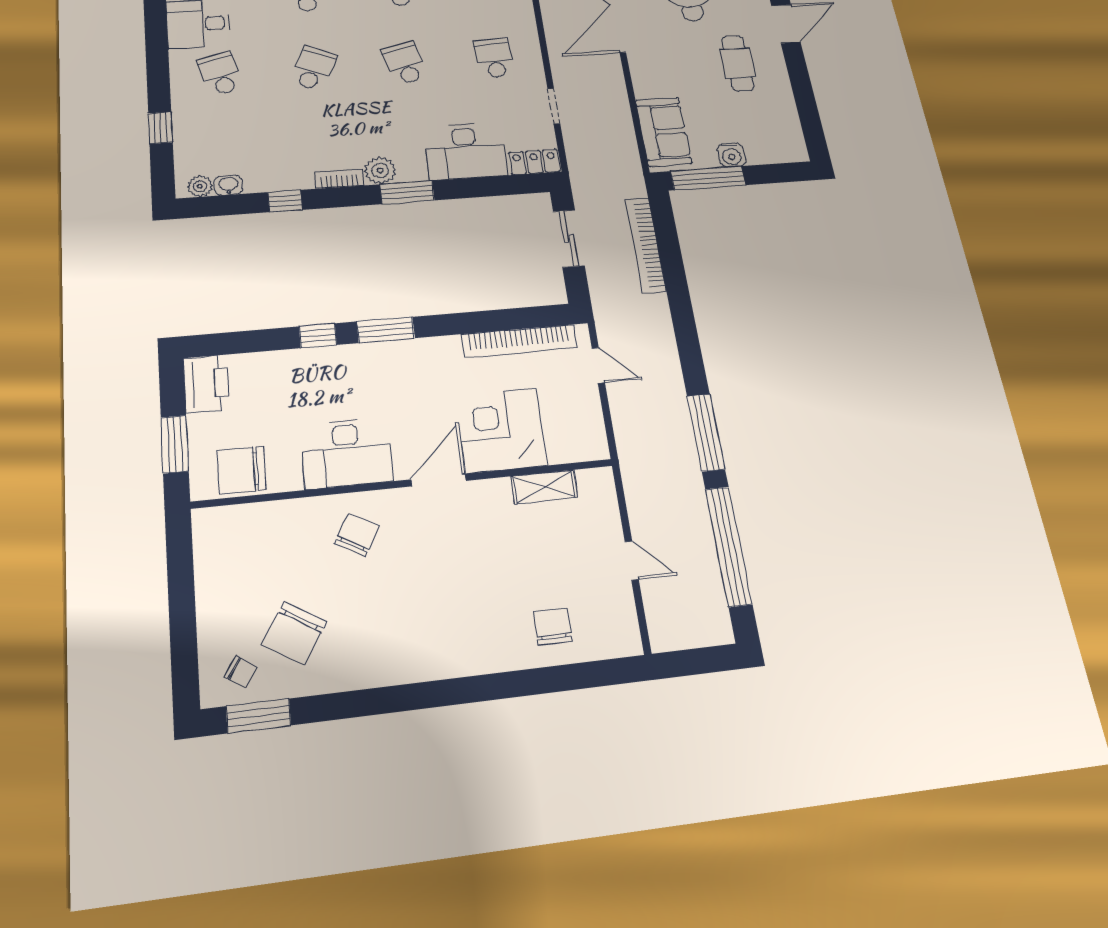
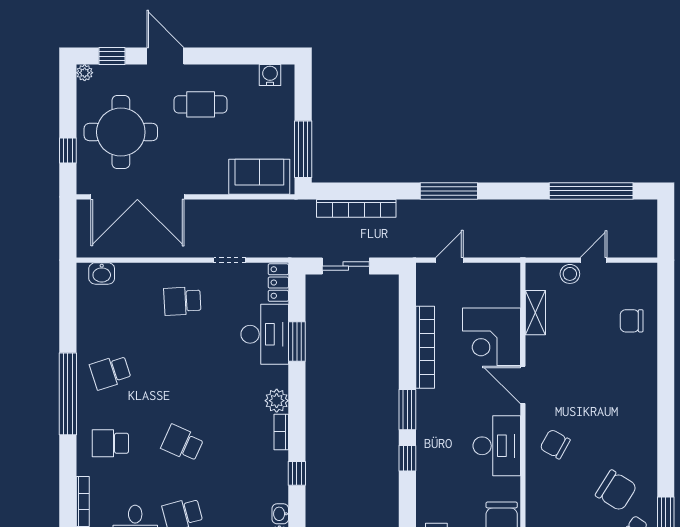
school desk: (405, 63) -> (182, 372), removed
water cooler: (731, 155) -> (270, 75), moved, turned -90
window: (407, 192) -> (297, 341), moved
bookcase: (519, 341) -> (425, 347), moved
window: (706, 432) -> (449, 191), moved
stool: (606, 529) -> (570, 274), added

